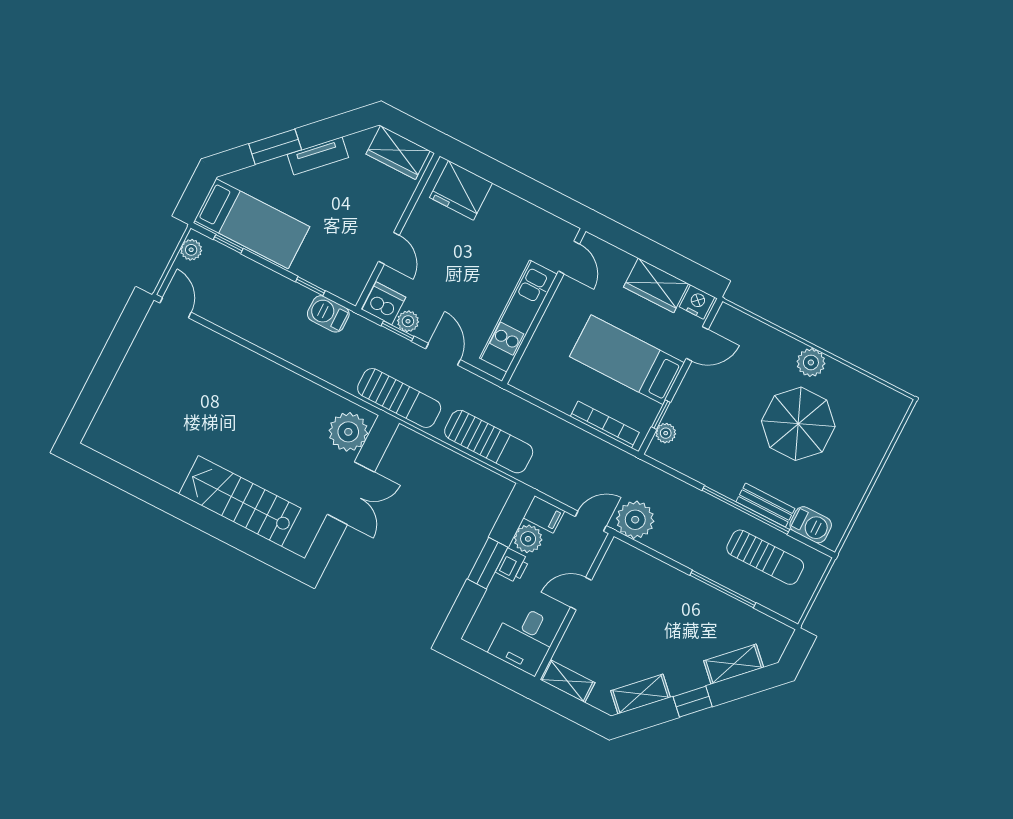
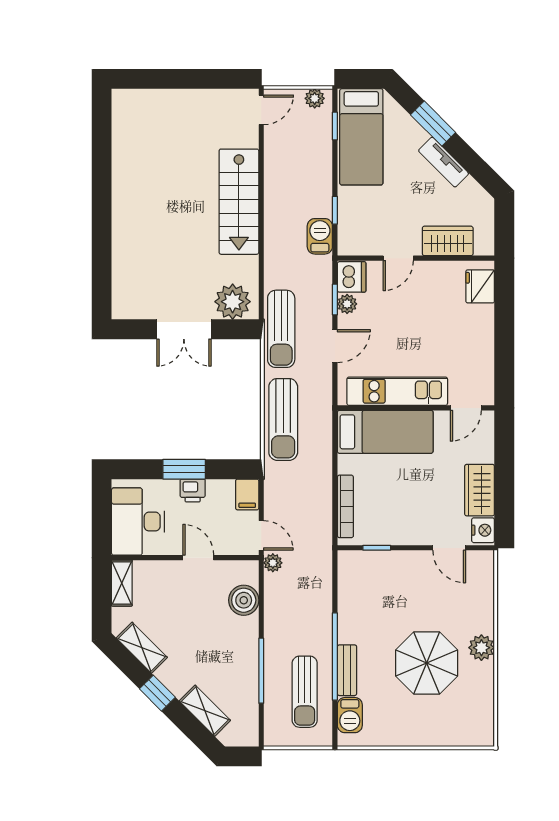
wardrobe: (398, 152) -> (448, 241), moved, turned 90
fridge: (461, 190) -> (480, 286), width x0.73, depth x0.75
bed: (627, 360) -> (385, 432), moved, turned 90
plant: (666, 433) -> (364, 559), removed
stairs: (240, 501) -> (239, 202), moved, turned 180
plant: (635, 520) -> (273, 563), width x0.53, depth x0.53
plant: (528, 539) -> (221, 492), removed
boiler: (645, 571) -> (244, 600), added
desk: (524, 639) -> (138, 522), width x1.37

